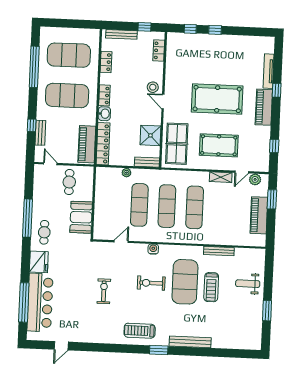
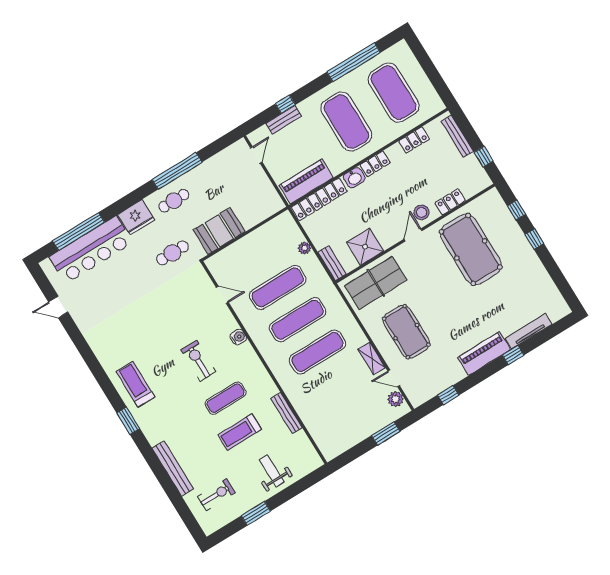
locker: (159, 50) -> (450, 202), moved
pool table: (217, 99) -> (471, 249), moved
cafe table: (69, 182) -> (172, 253), moved
piano: (259, 215) -> (358, 431), removed
exercise mat: (185, 282) -> (226, 398), width x0.50, depth x0.69
exercise bike: (104, 291) -> (216, 495), moved
bench: (190, 342) -> (173, 469), moved

